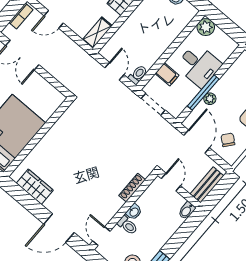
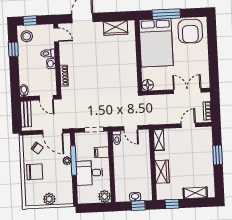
floor lamp: (57, 99) -> (148, 85), added

